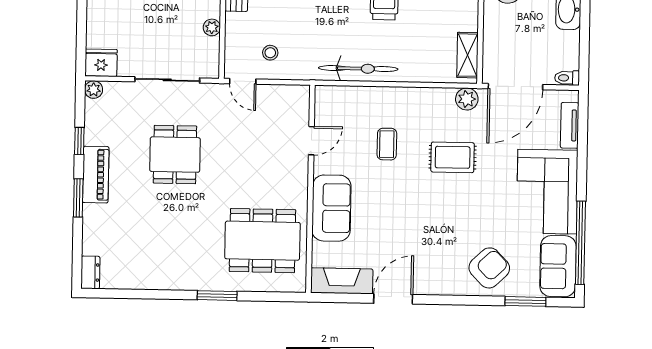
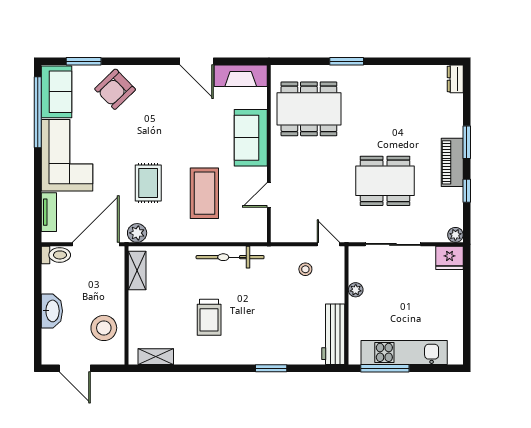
toilet: (567, 78) -> (56, 255), width x1.37, depth x1.39
coffee table: (387, 144) -> (204, 193), width x1.86, depth x1.72
dining table: (175, 155) -> (385, 181), width x1.38
rug: (453, 157) -> (148, 183), turned 90
door: (393, 299) -> (197, 61), hinge flipped

